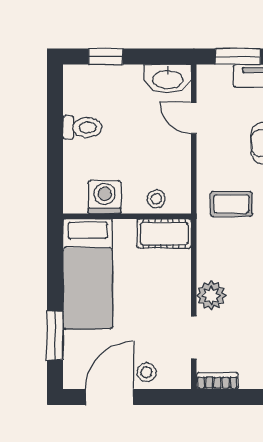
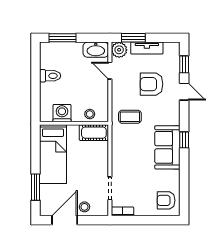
window: (106, 56) -> (63, 38), width x1.50
plant: (211, 295) -> (119, 50), moved

